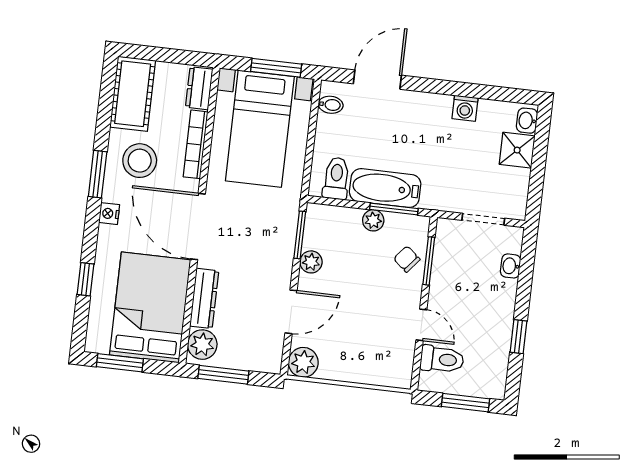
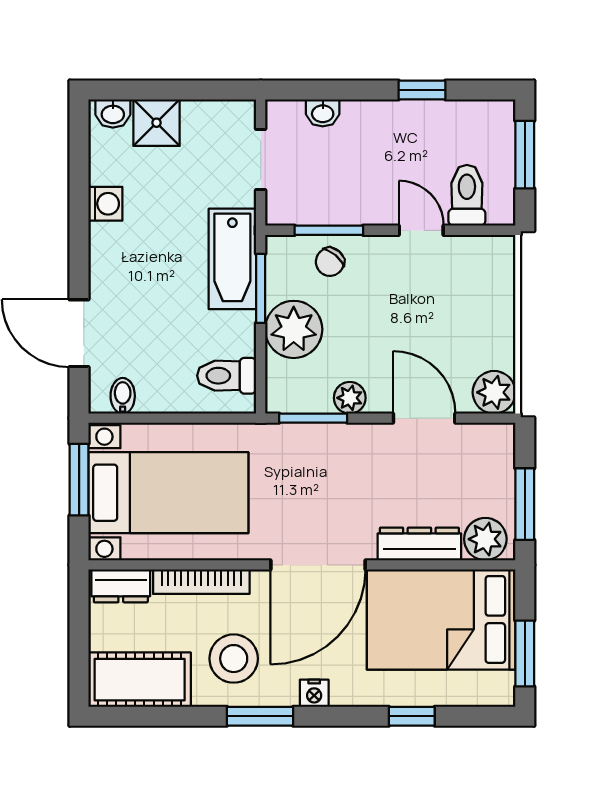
bathtub: (385, 188) -> (232, 259), moved
plant: (373, 220) -> (294, 329), width x1.88, depth x1.88
door: (421, 325) -> (421, 230), hinge flipped

